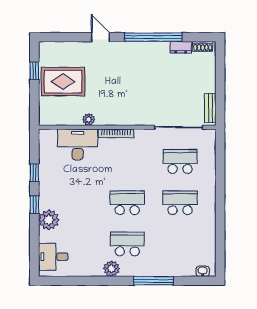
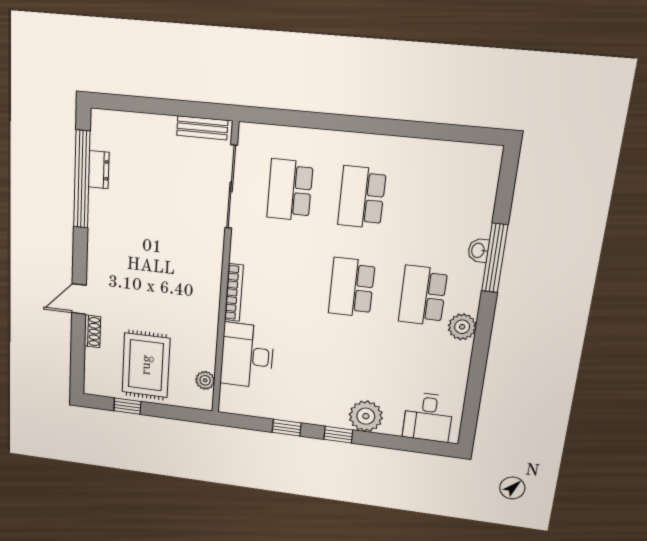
window: (153, 37) -> (82, 179), moved
shoe rack: (203, 46) -> (92, 331), moved
plant: (89, 119) -> (205, 380), moved
washbasin: (203, 271) -> (478, 250), moved

